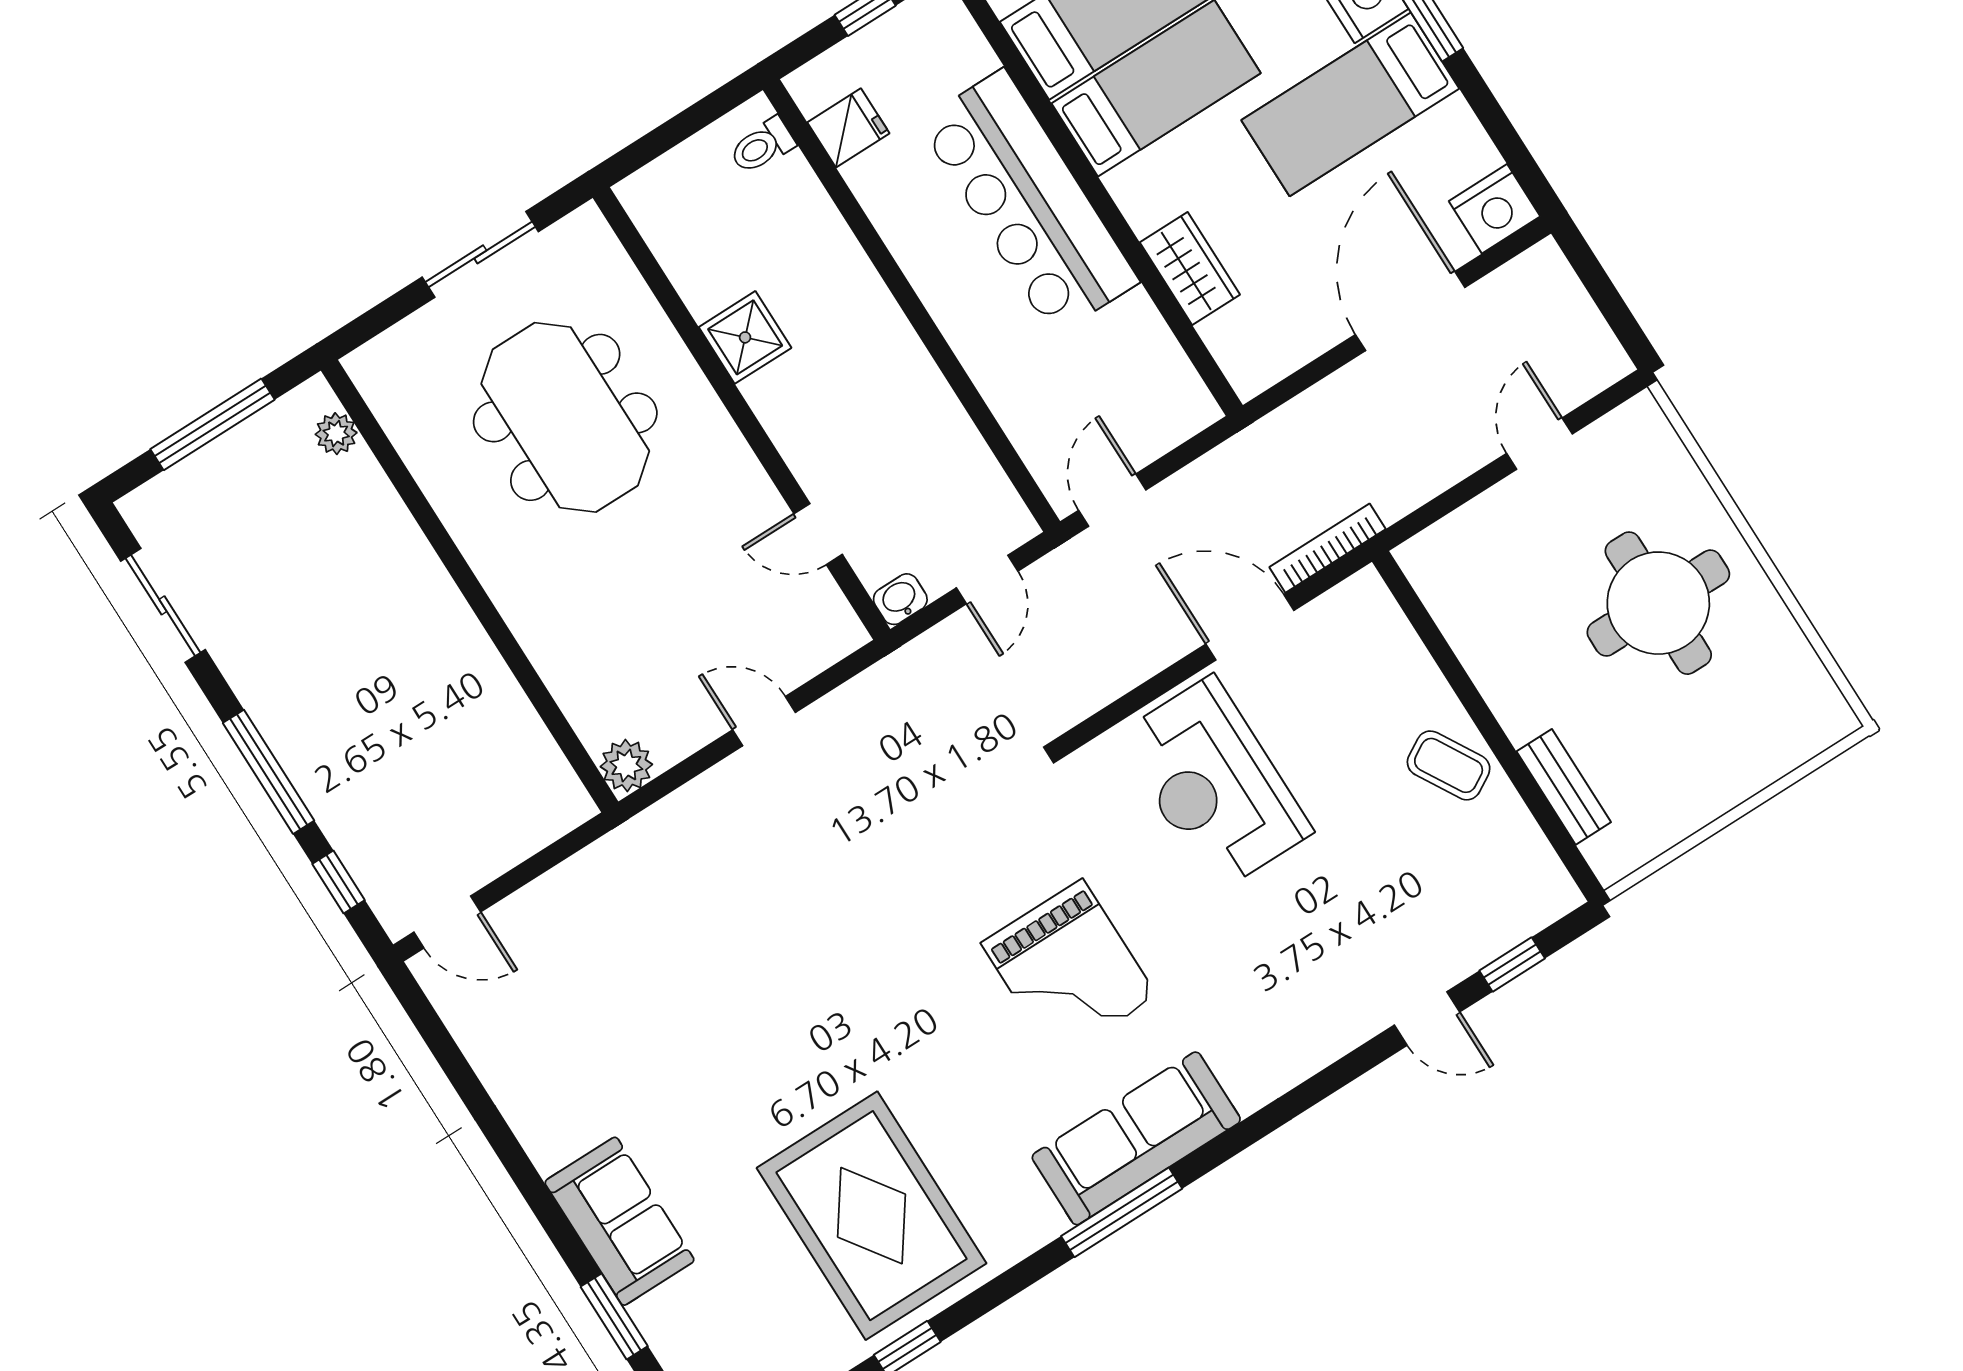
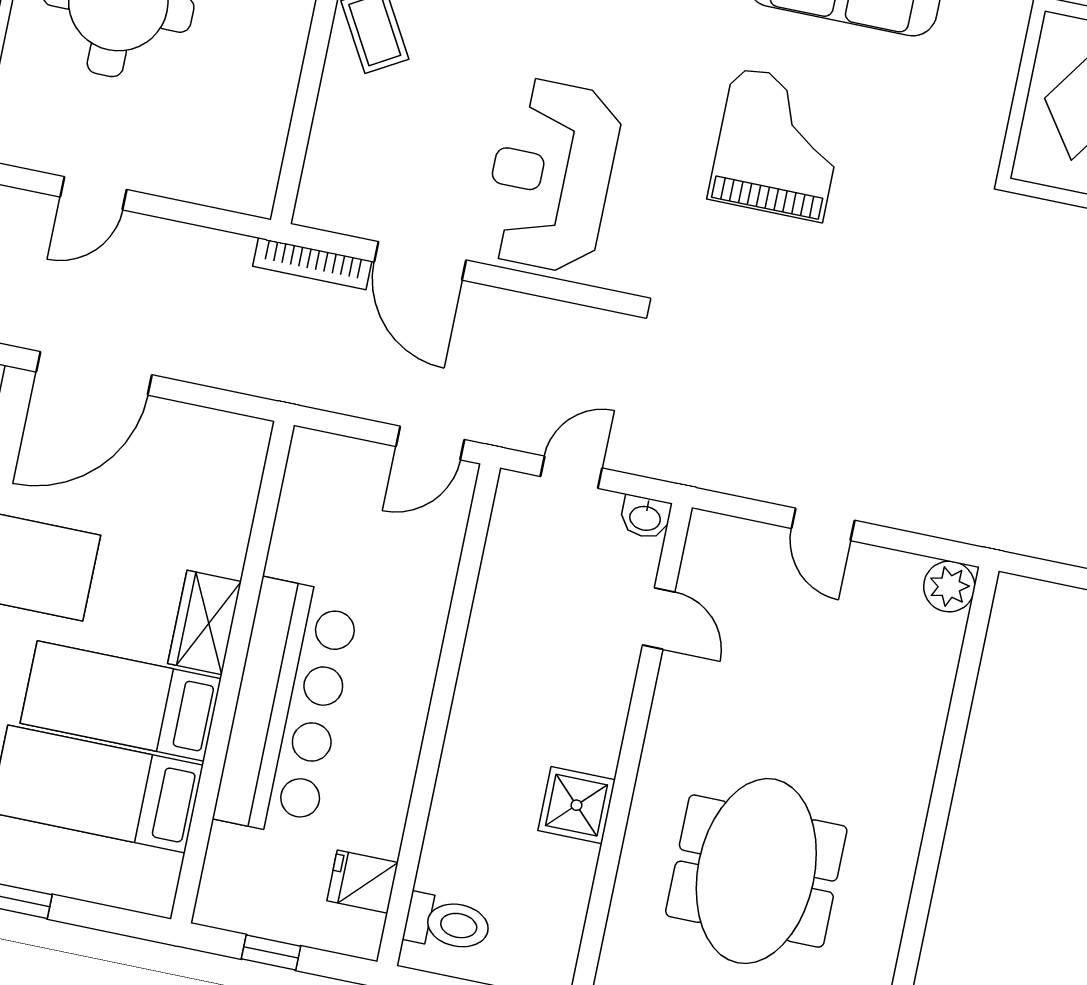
toilet: (762, 146) -> (447, 923), width x1.37, depth x1.39
wardrobe: (1190, 269) -> (205, 622), moved
reception desk: (1214, 784) -> (551, 176), turned 180

